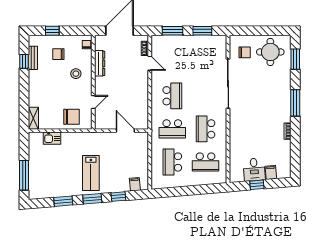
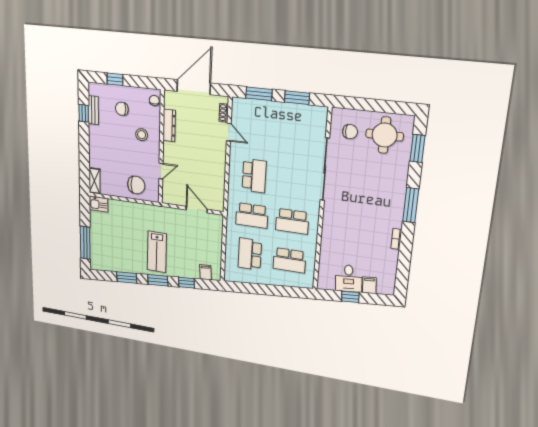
school desk: (206, 129) -> (292, 221), turned -90
kitchen sink: (52, 138) -> (99, 204), moved

